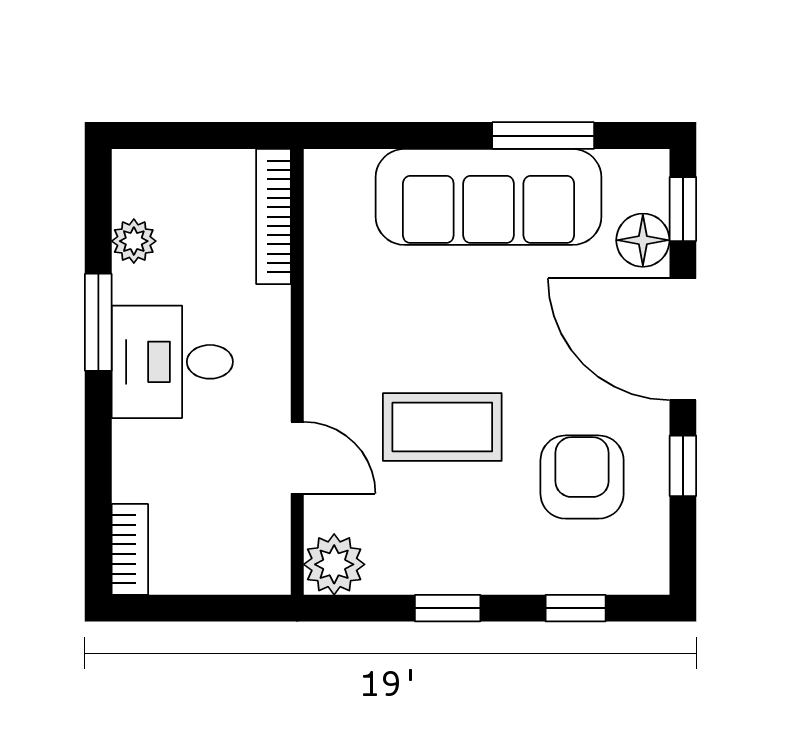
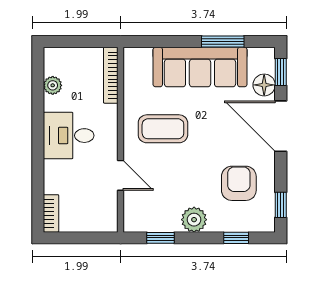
window: (98, 322) -> (38, 119), removed
coffee table: (442, 427) -> (163, 129), moved
window: (683, 466) -> (281, 205), moved
plant: (334, 564) -> (194, 220), moved
window: (448, 608) -> (160, 238), moved

